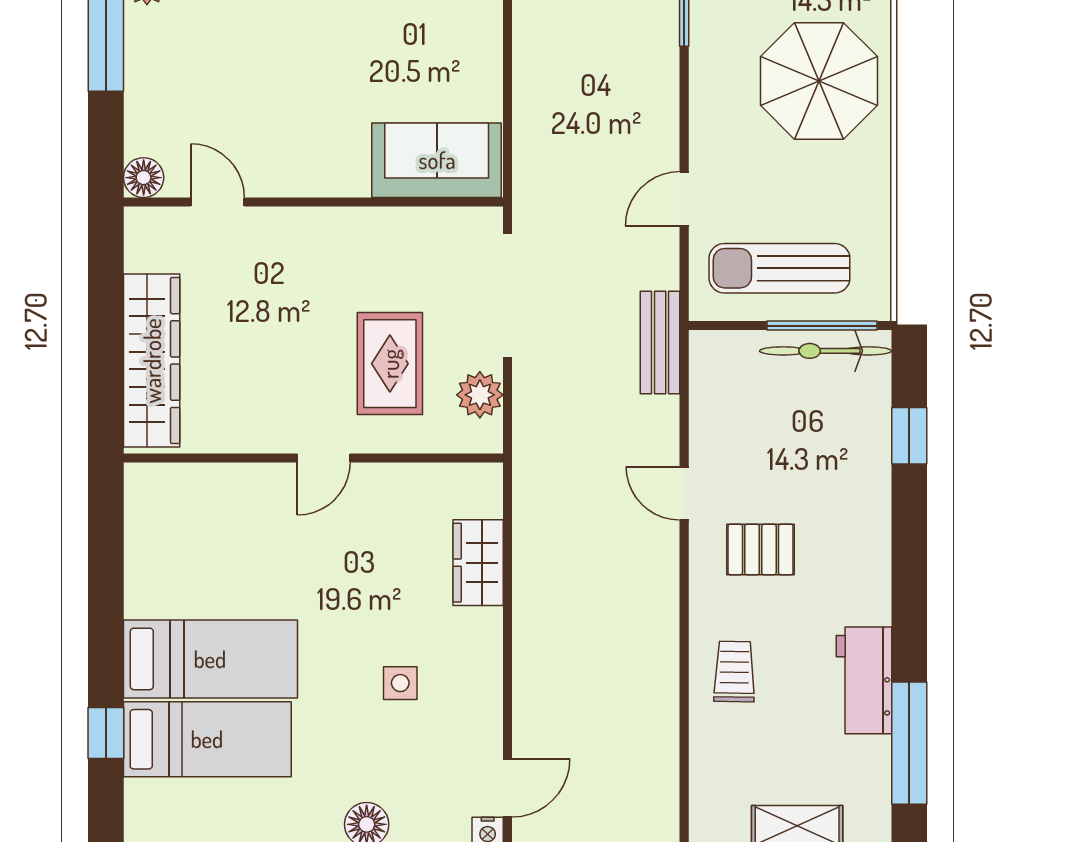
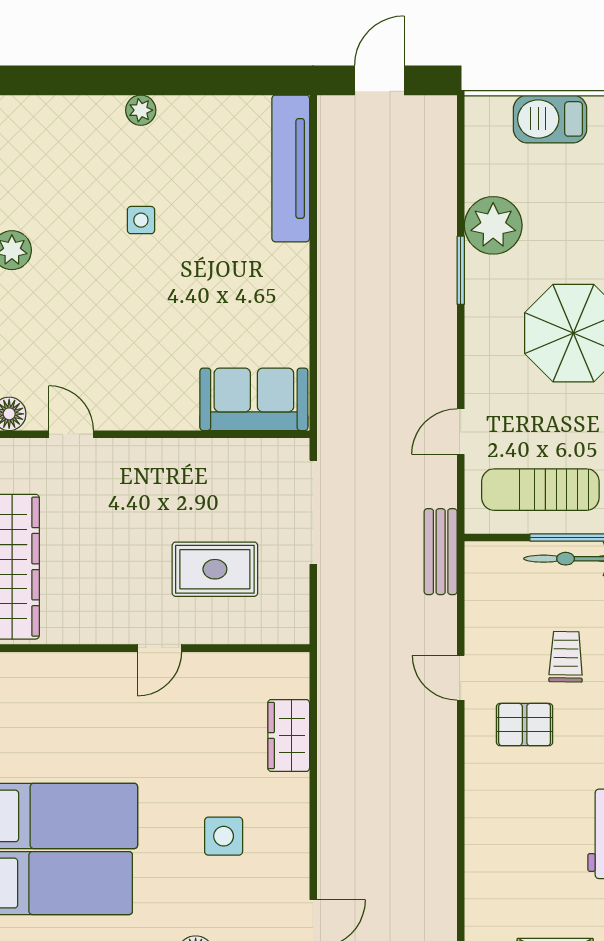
rug: (390, 364) -> (215, 569), turned 90
plant: (480, 395) -> (290, 595), removed
trolley: (734, 672) -> (566, 657), moved
side table: (400, 683) -> (224, 836), width x1.37, depth x1.37

